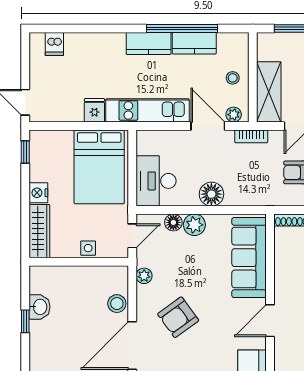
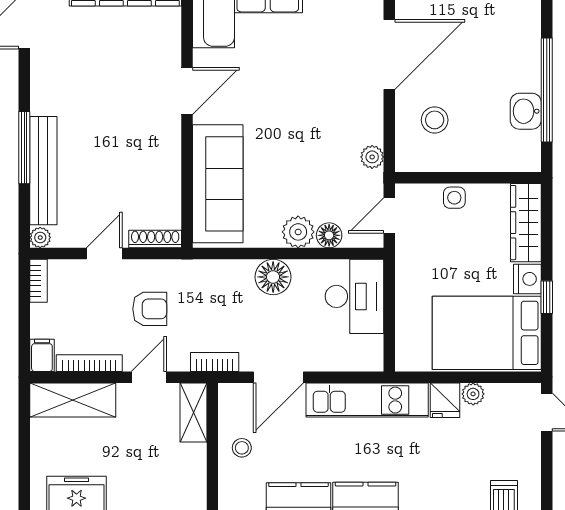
shelving: (269, 92) -> (193, 412), width x0.67, depth x0.75
plant: (234, 115) -> (473, 394), moved
door: (208, 126) -> (278, 377), hinge flipped
window: (25, 152) -> (547, 297), moved
bed: (99, 167) -> (487, 333), moved, turned -90
stool: (117, 304) -> (435, 120), moved
armchair: (178, 317) -> (322, 96), removed
window: (25, 321) -> (547, 90), width x3.17

